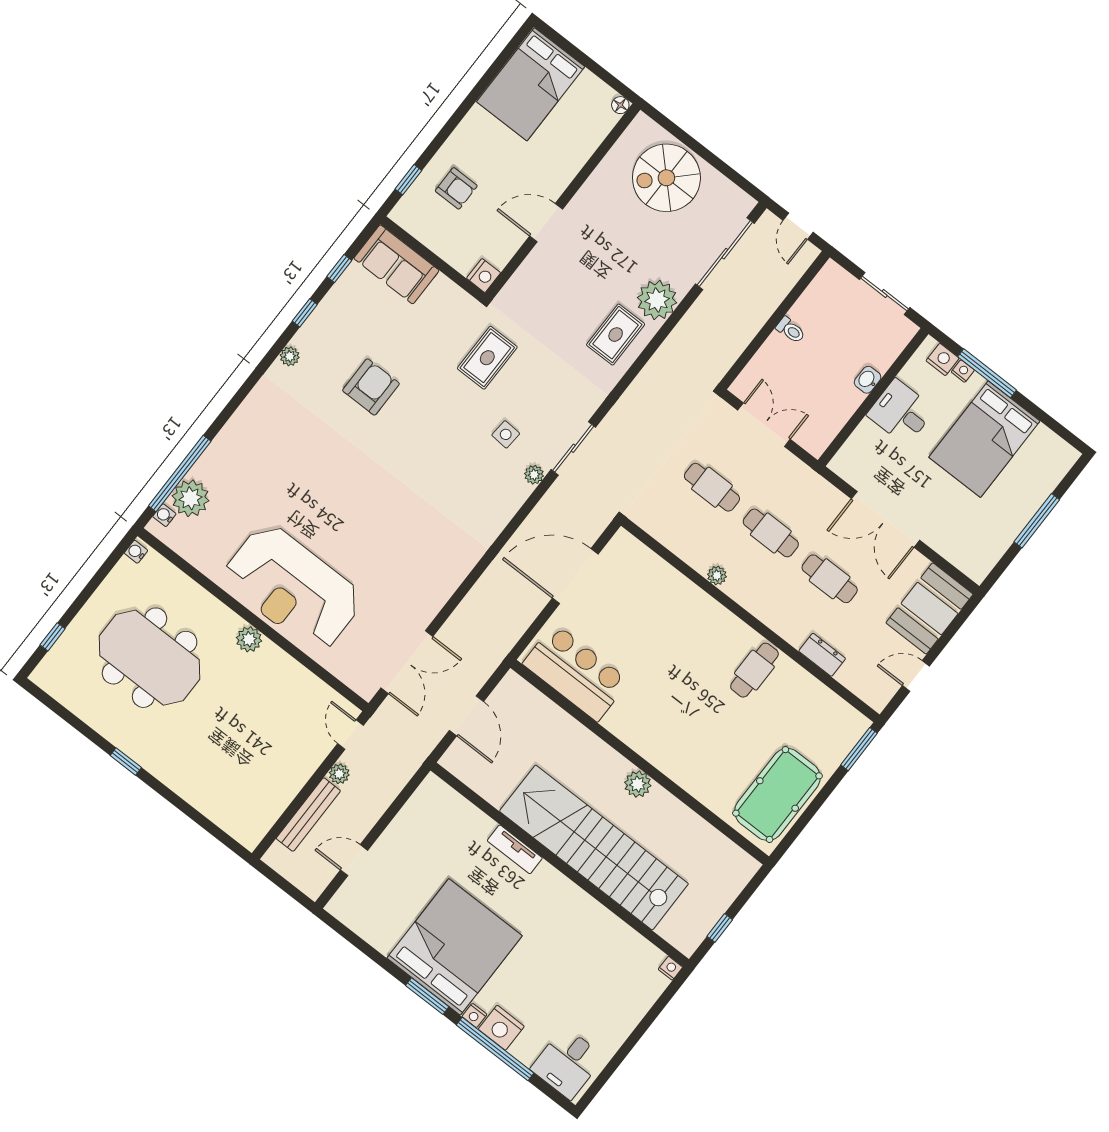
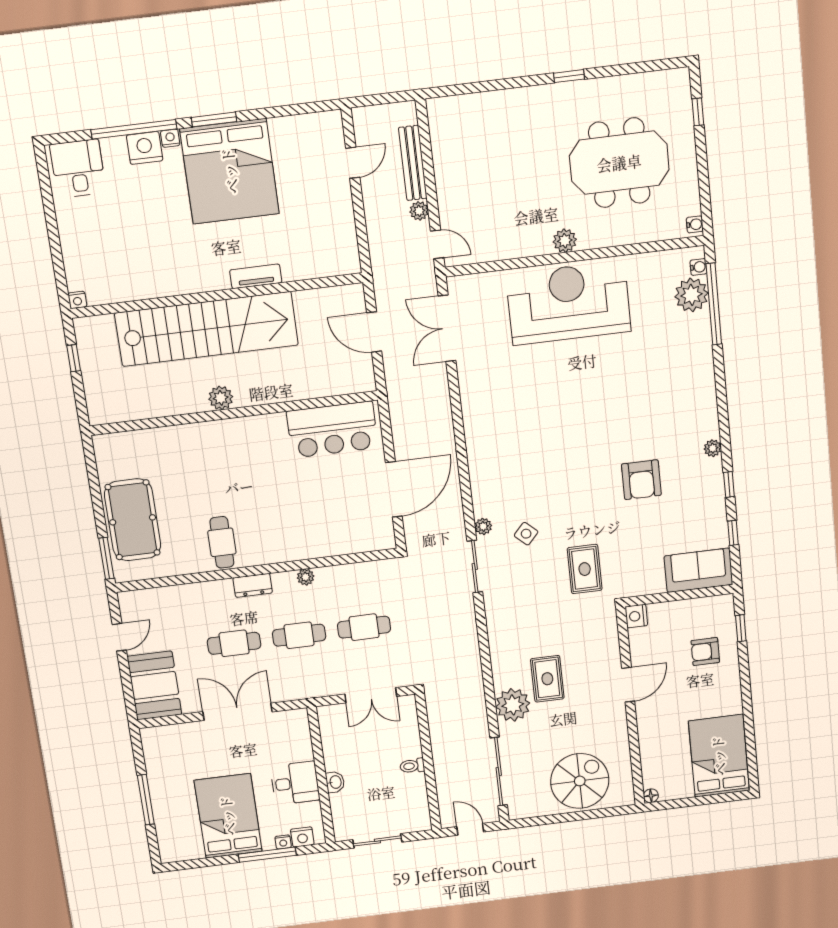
rug: (616, 335) -> (547, 679), moved
side table: (506, 434) -> (526, 534), turned 38
dresser: (822, 655) -> (253, 585), moved
pool table: (777, 794) -> (133, 520), moved

